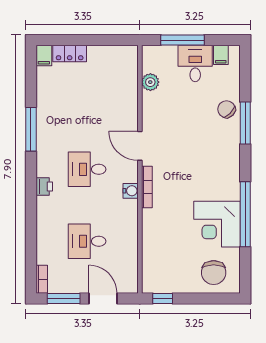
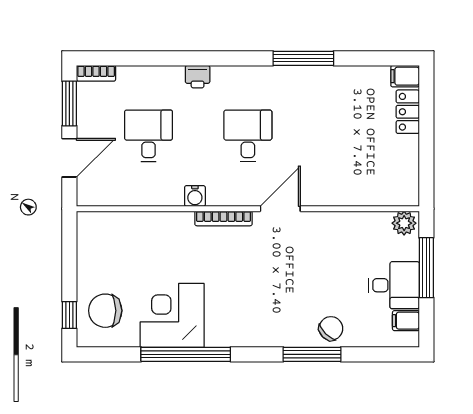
plant: (150, 82) -> (404, 223), moved
printer: (44, 186) -> (198, 77), moved
water cooler: (131, 191) -> (195, 196), moved
window: (163, 299) -> (69, 315), moved

